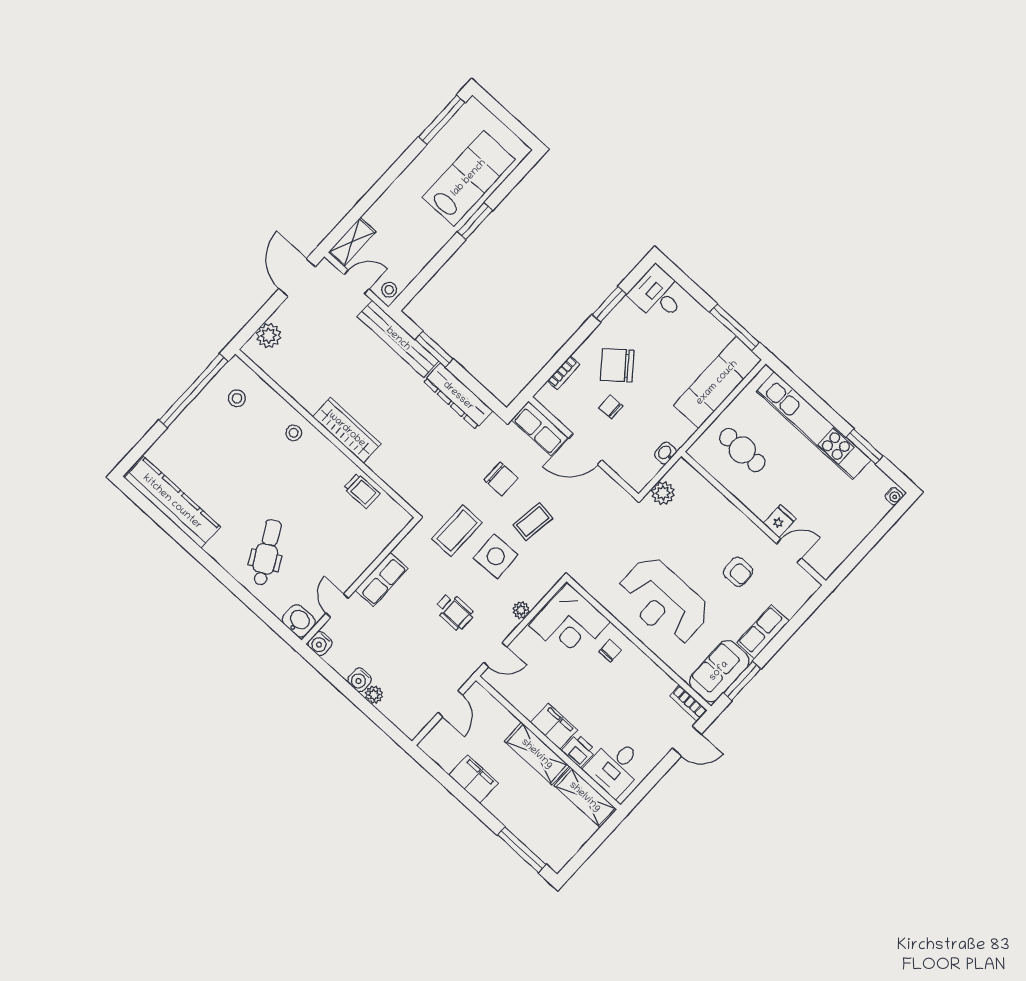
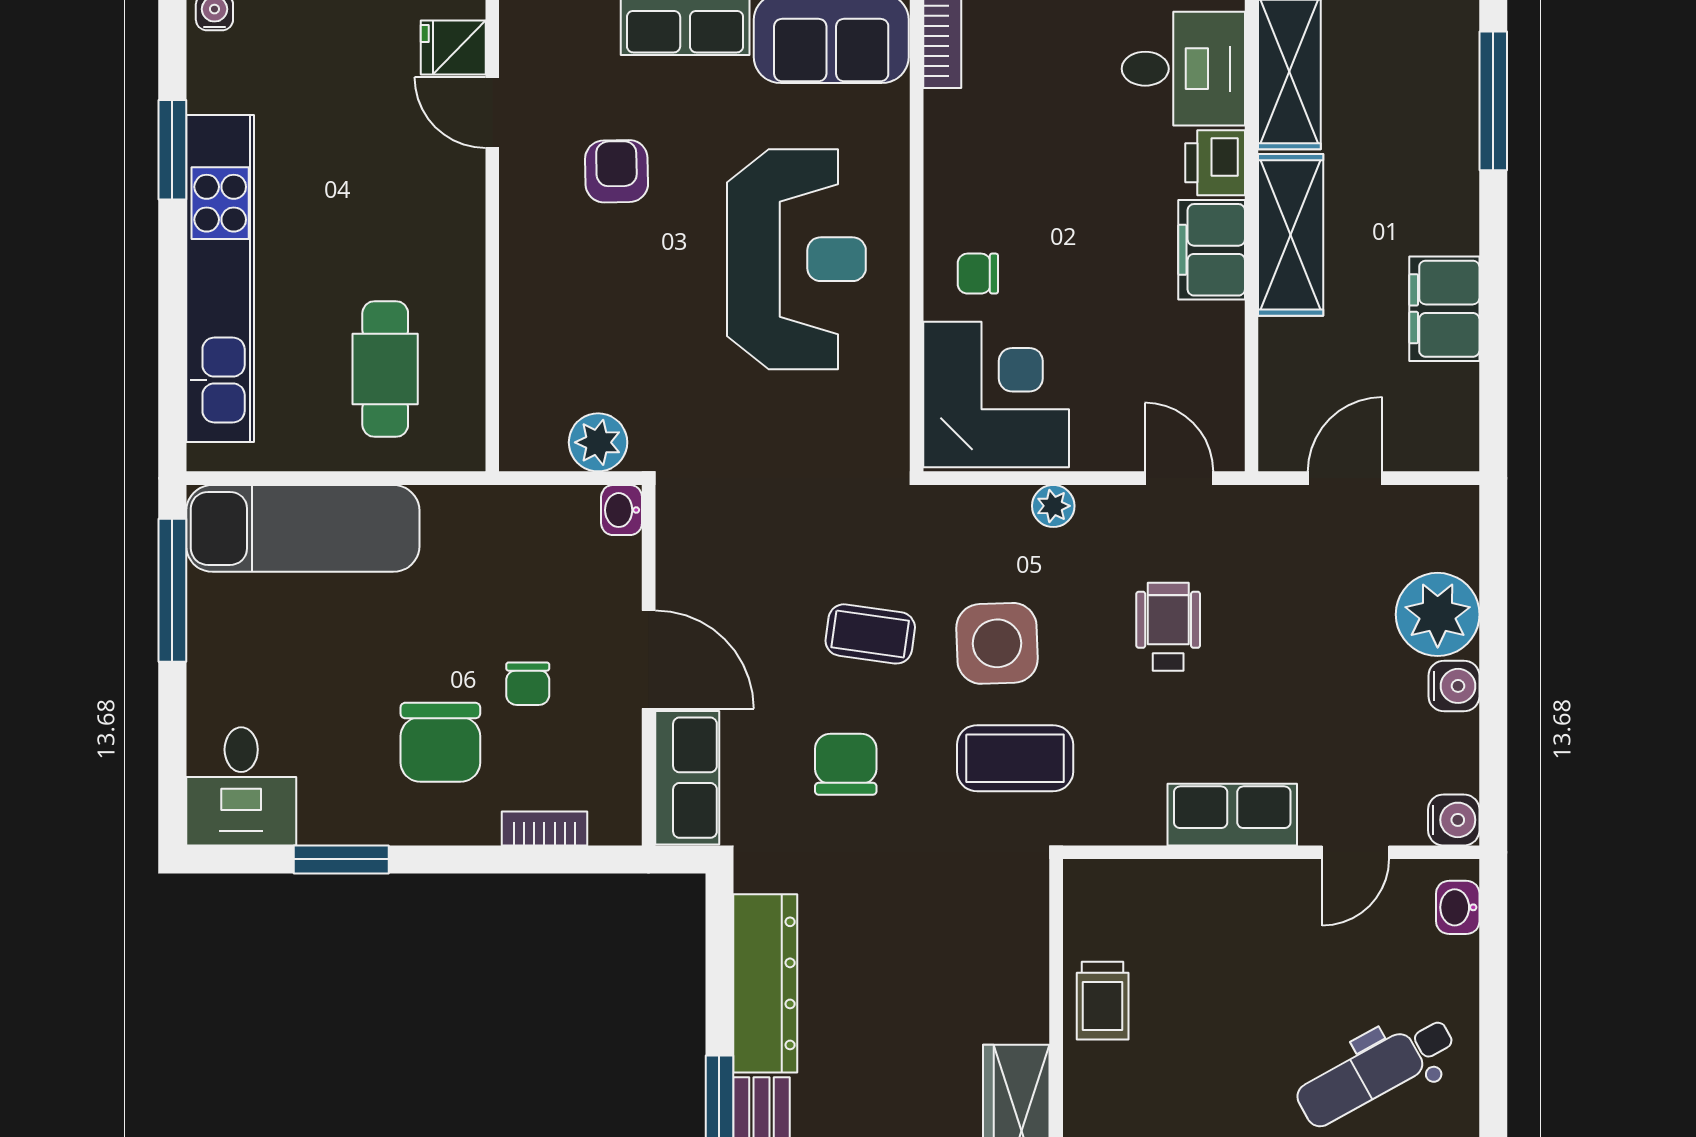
chair: (617, 365) -> (440, 742), turned 39
washbasin: (665, 453) -> (622, 510), moved, turned 90
trolley: (362, 491) -> (1103, 1001), turned 180
fridge: (780, 521) -> (453, 48), moved
washbasin: (299, 621) -> (1458, 907), width x0.72, depth x0.69
plant: (374, 695) -> (1438, 614), width x1.88, depth x1.88

